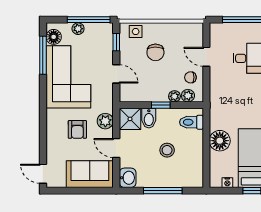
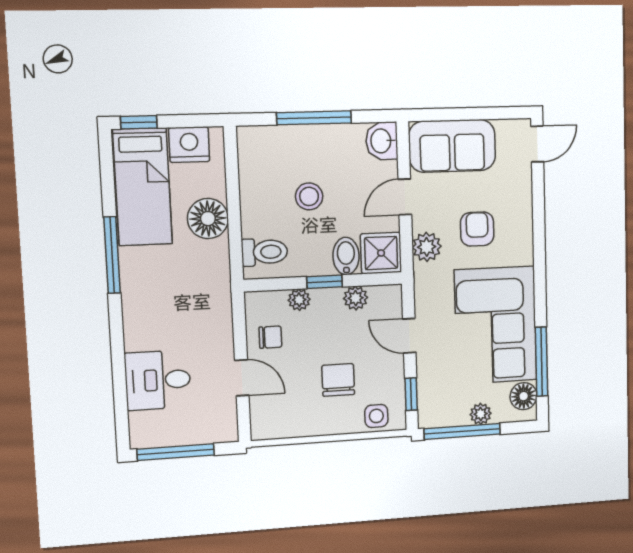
plant: (188, 96) -> (356, 298), moved
door: (116, 148) -> (405, 197), swing flipped
door: (43, 174) -> (537, 144), hinge flipped
nightstand: (227, 183) -> (189, 145), width x1.89, depth x1.79

